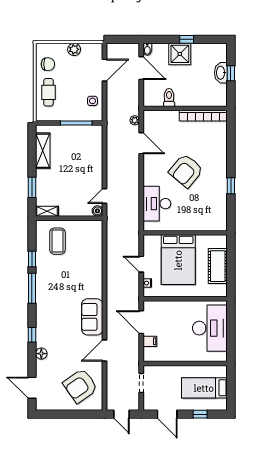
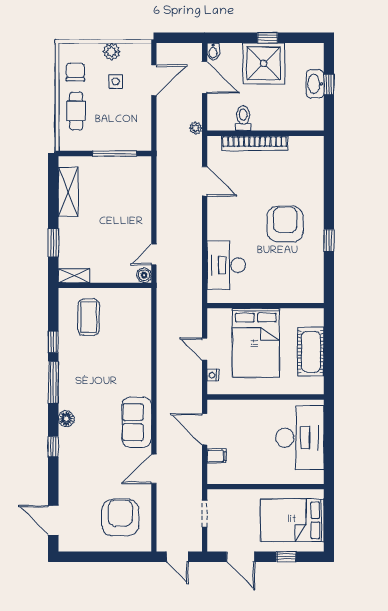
shower: (180, 54) -> (264, 63), width x1.37, depth x1.37
chair: (48, 64) -> (75, 72), turned -90
side table: (92, 101) -> (116, 82), moved
bookcase: (203, 116) -> (255, 143), moved
plant: (135, 120) -> (196, 128), moved
armchair: (186, 171) -> (285, 224), moved, turned 140
floor lamp: (41, 354) -> (66, 419), moved
armchair: (80, 386) -> (120, 518), turned 125
bed: (204, 388) -> (292, 520), width x1.50

